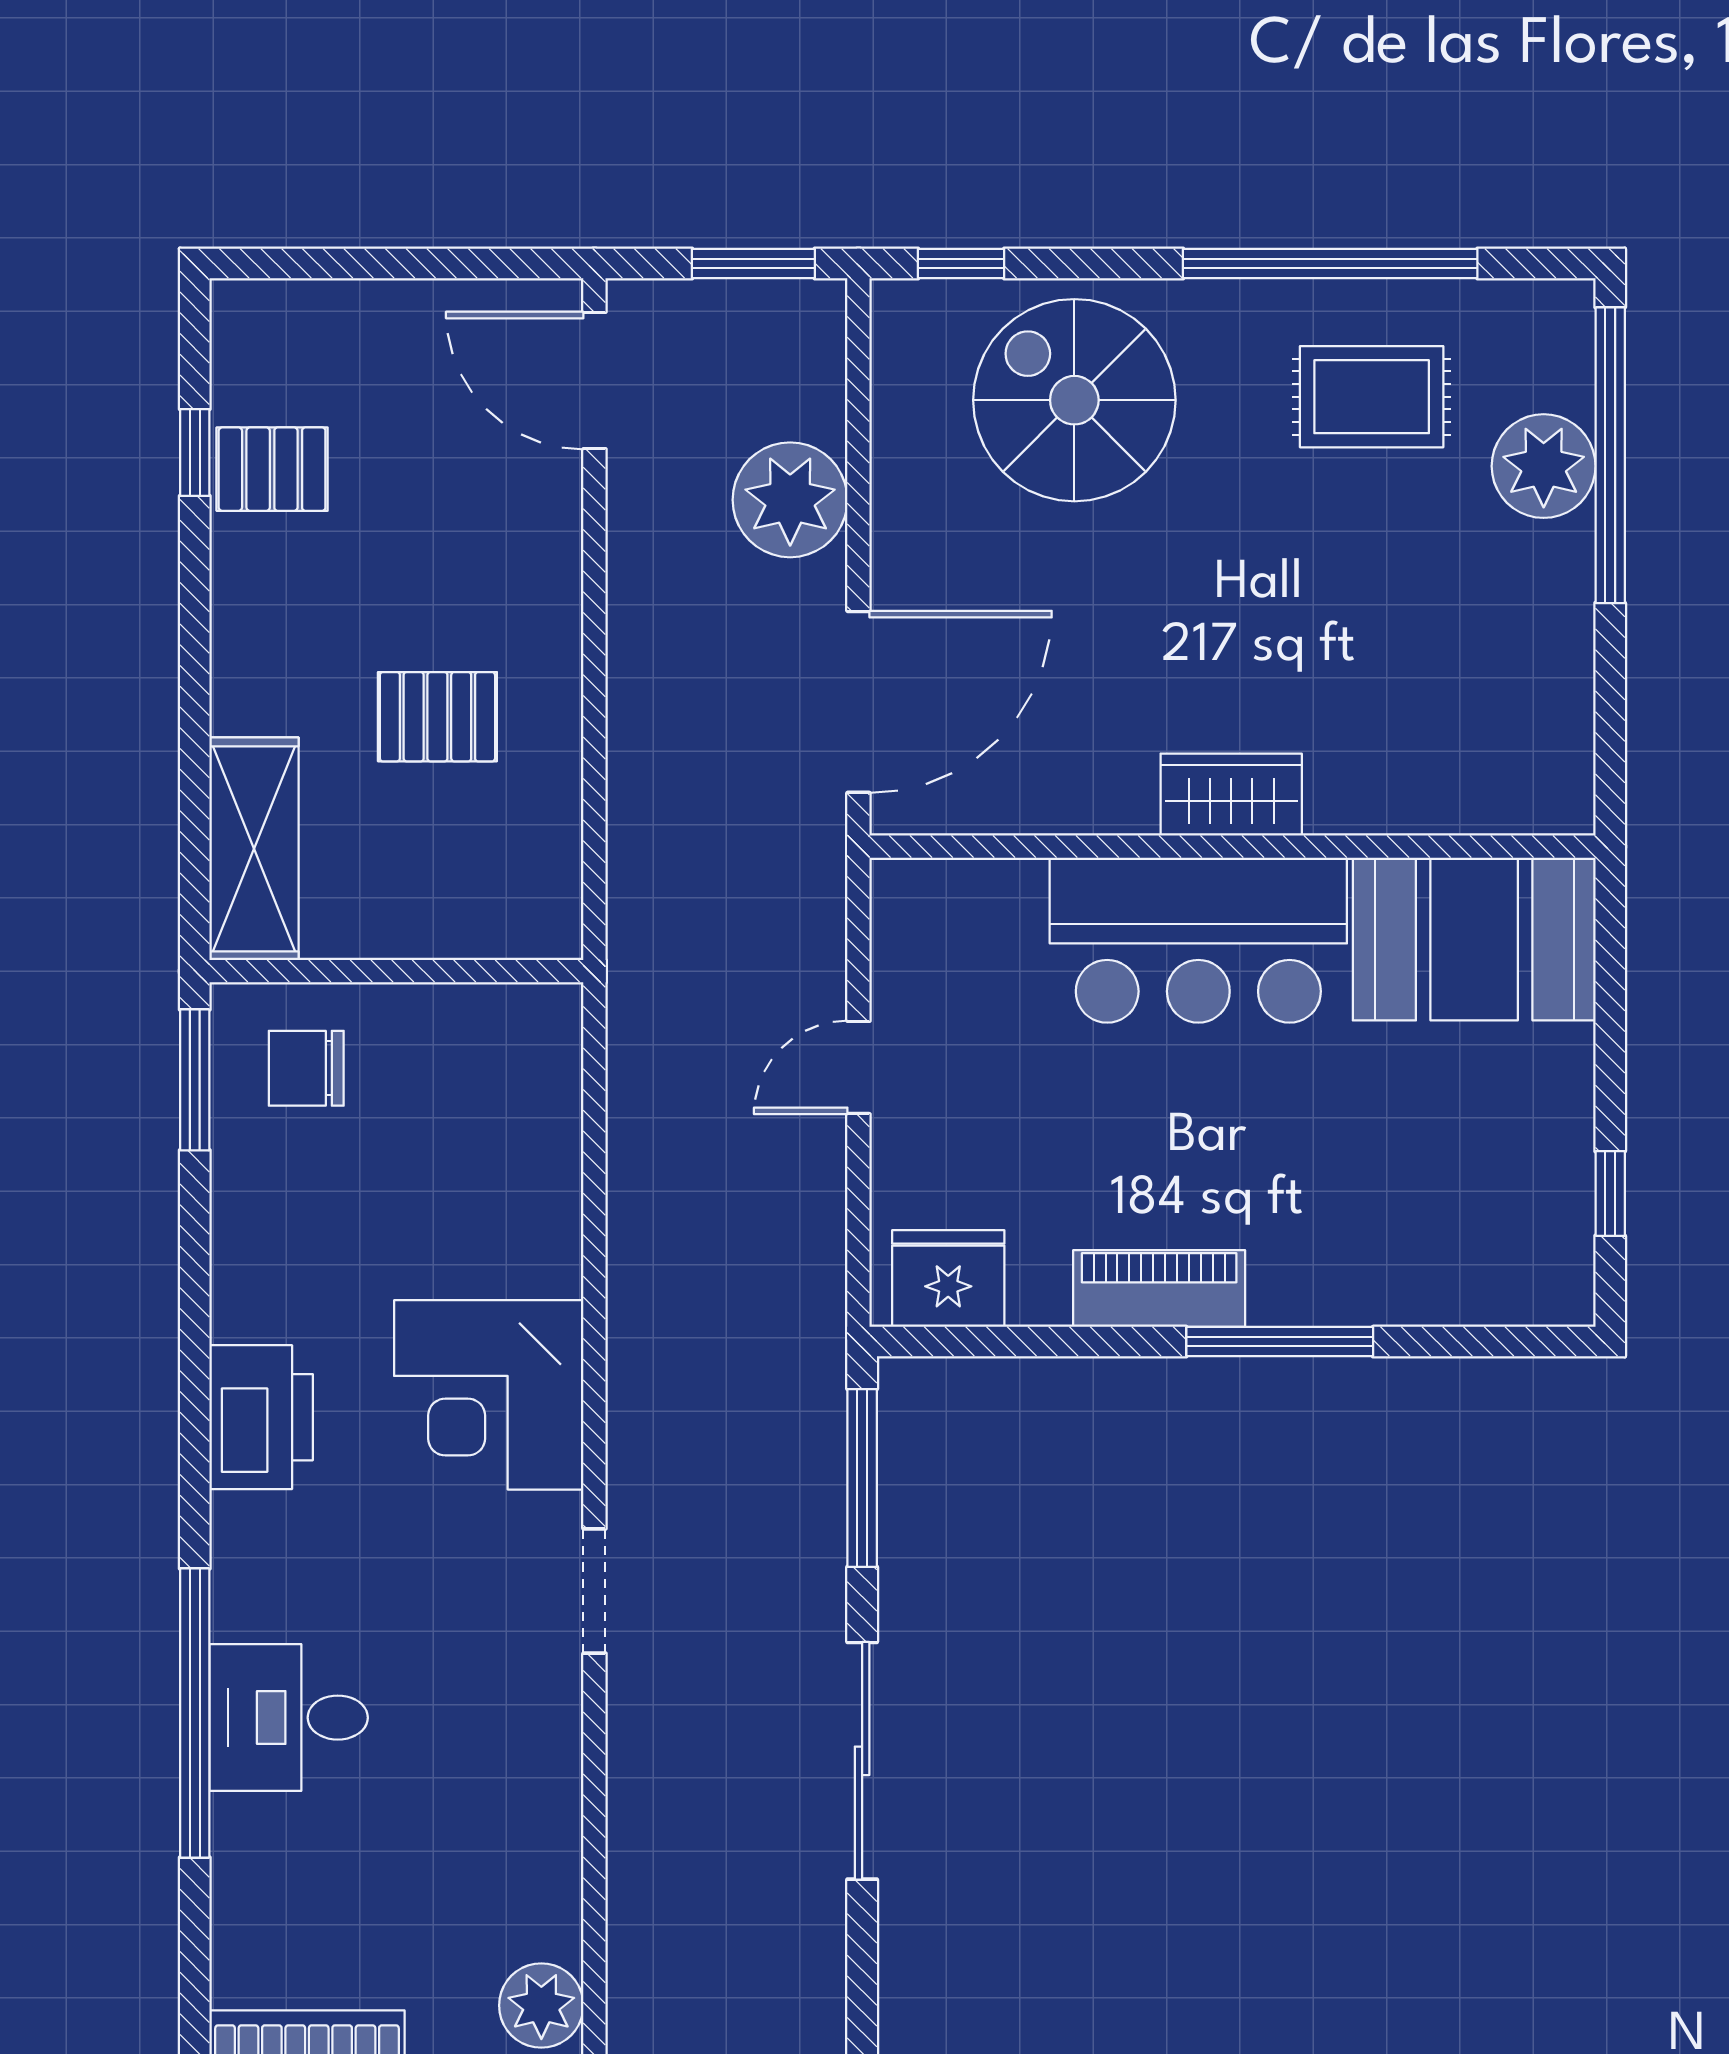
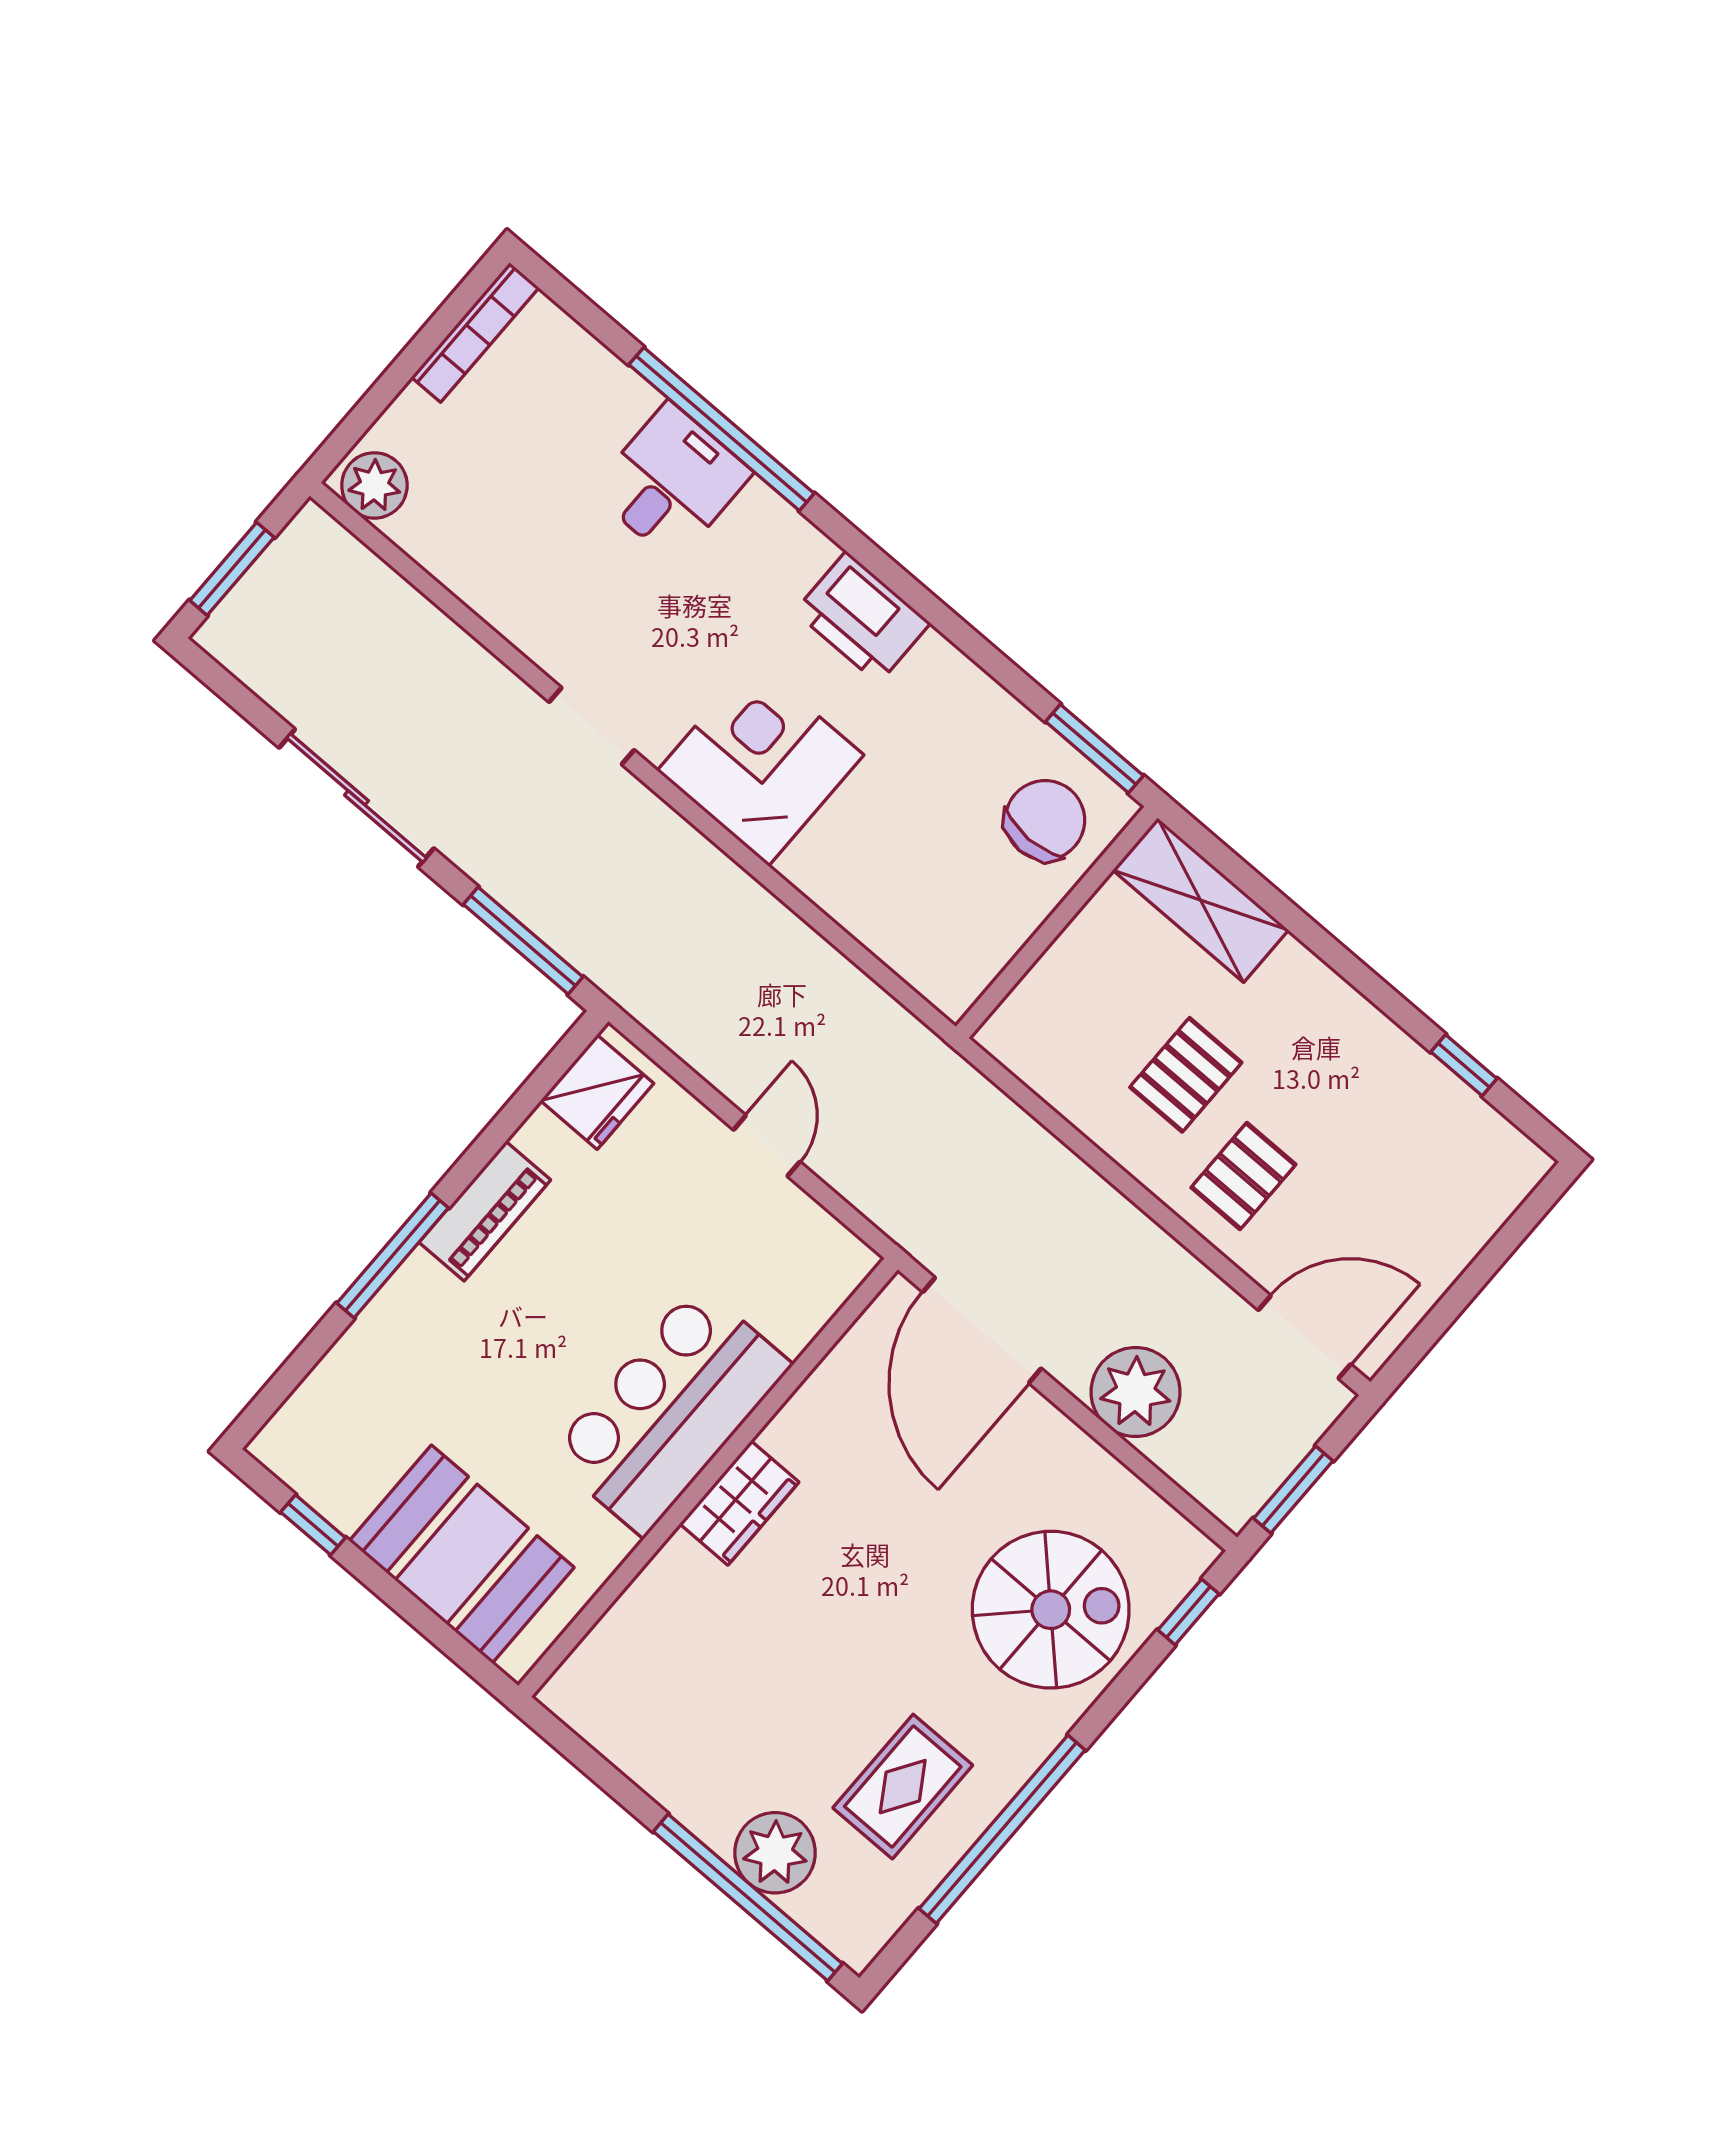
pallet: (272, 469) -> (1243, 1176), moved
booth: (1474, 939) -> (462, 1554), moved, turned 90
chair: (306, 1068) -> (1045, 820), width x1.37, depth x1.37

